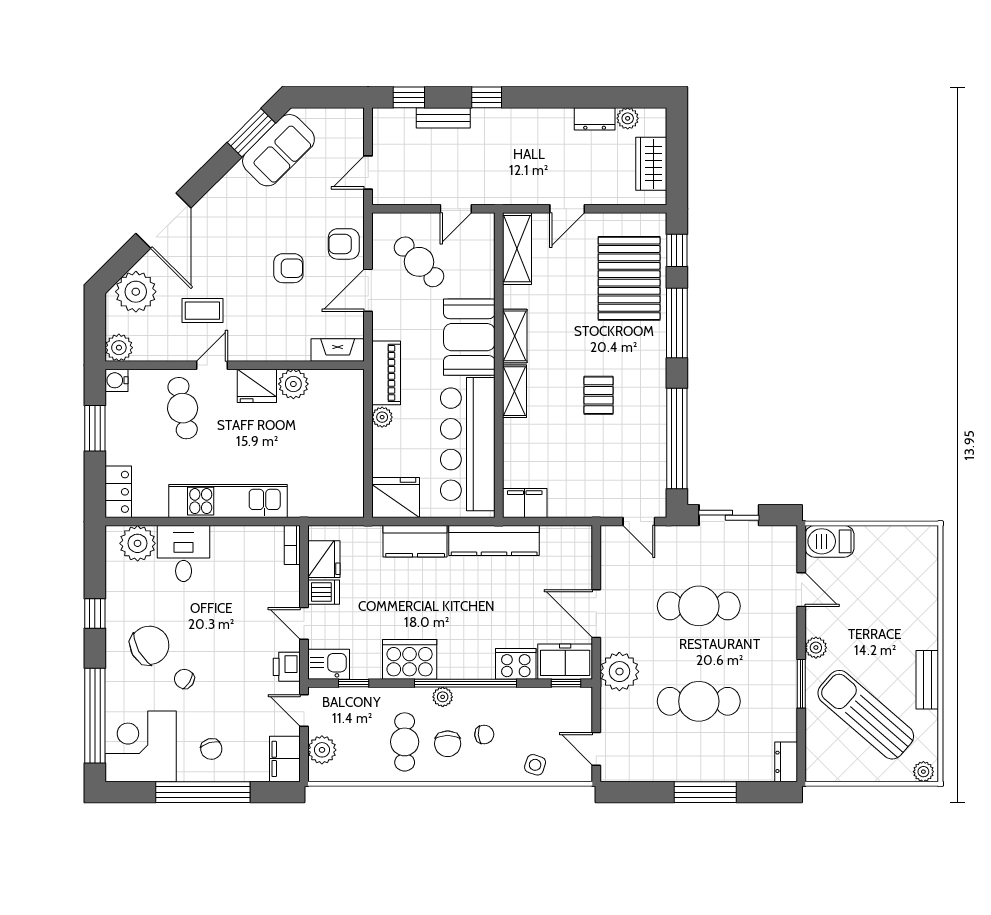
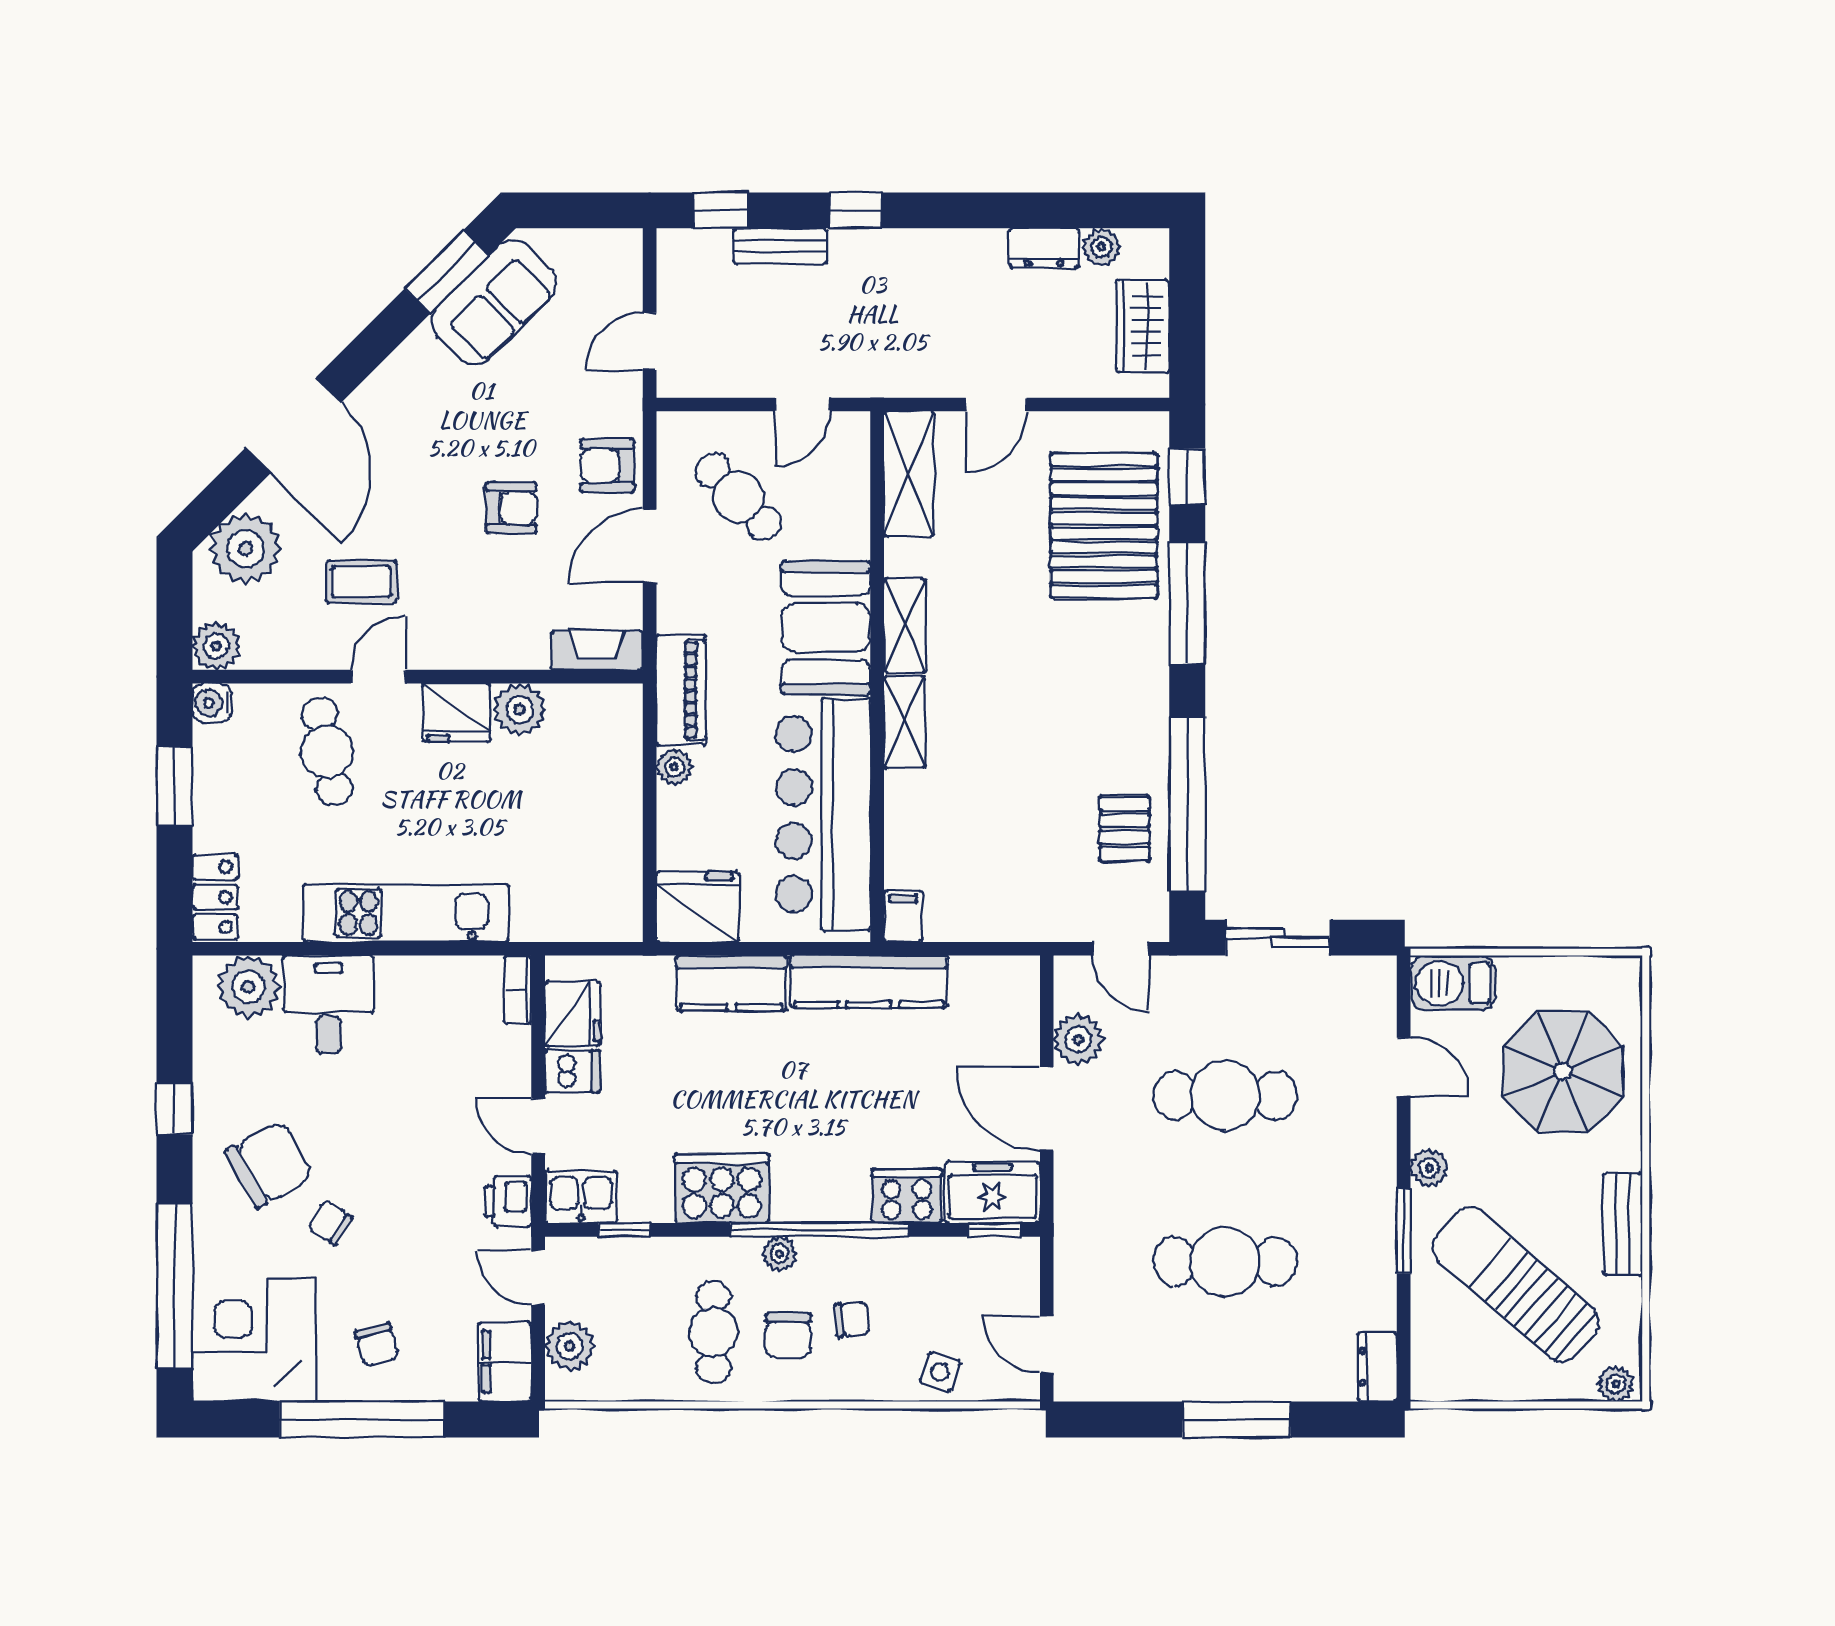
pallet: (599, 395) -> (1125, 829), moved
filing cabinet: (525, 503) -> (903, 916), width x0.50
parasol: (893, 592) -> (1563, 1071), added
plant: (619, 672) -> (1078, 1040), moved, width x0.73, depth x0.73

